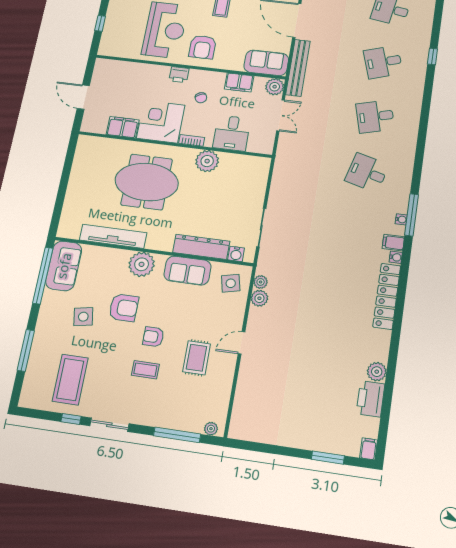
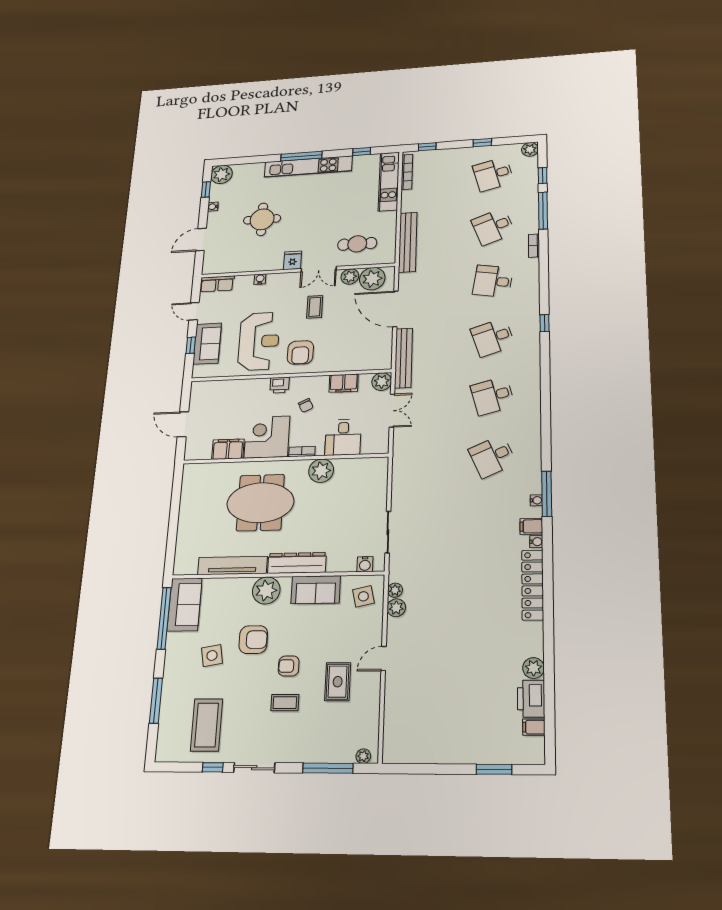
sofa: (266, 63) -> (207, 344), moved, turned 90
desk: (367, 173) -> (492, 456), turned -39
dresser: (201, 247) -> (297, 563), moved
filing cabinet: (369, 449) -> (534, 727), moved, turned -90

